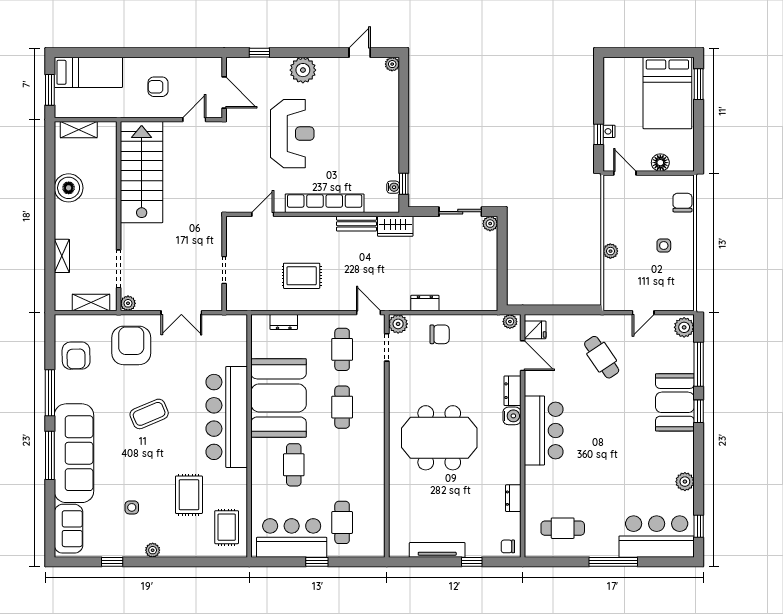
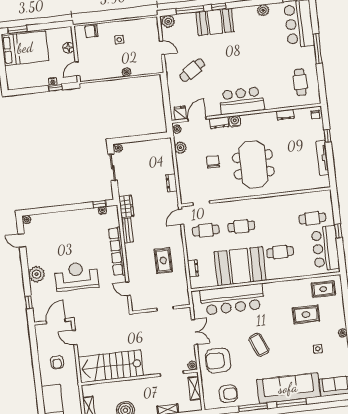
plant: (398, 324) -> (180, 148), moved
chair: (440, 334) -> (213, 162), moved
bar counter: (227, 417) -> (232, 299), moved

